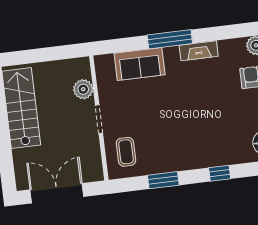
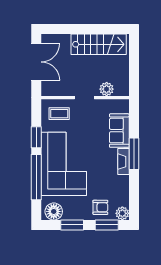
fireplace: (199, 51) -> (123, 162), moved
corner sofa: (196, 137) -> (64, 164), added
window: (220, 173) -> (36, 177), width x3.17

